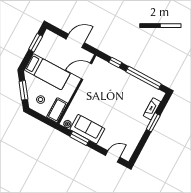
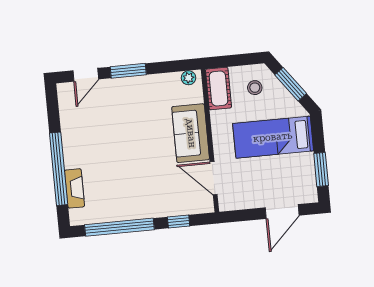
door: (75, 41) -> (282, 212), moved
door: (86, 71) -> (214, 178), swing flipped
window: (153, 122) -> (59, 169), width x2.11
sofa: (87, 129) -> (191, 133), moved, turned 90
window: (80, 138) -> (128, 71), moved

